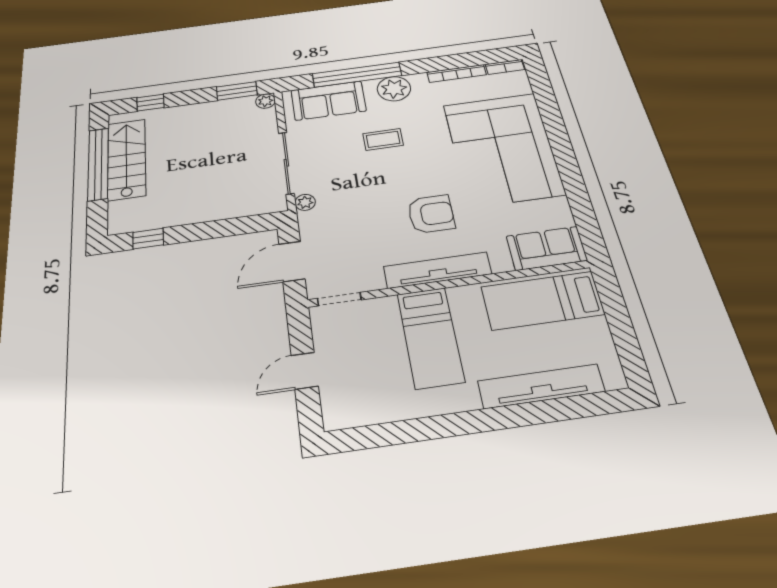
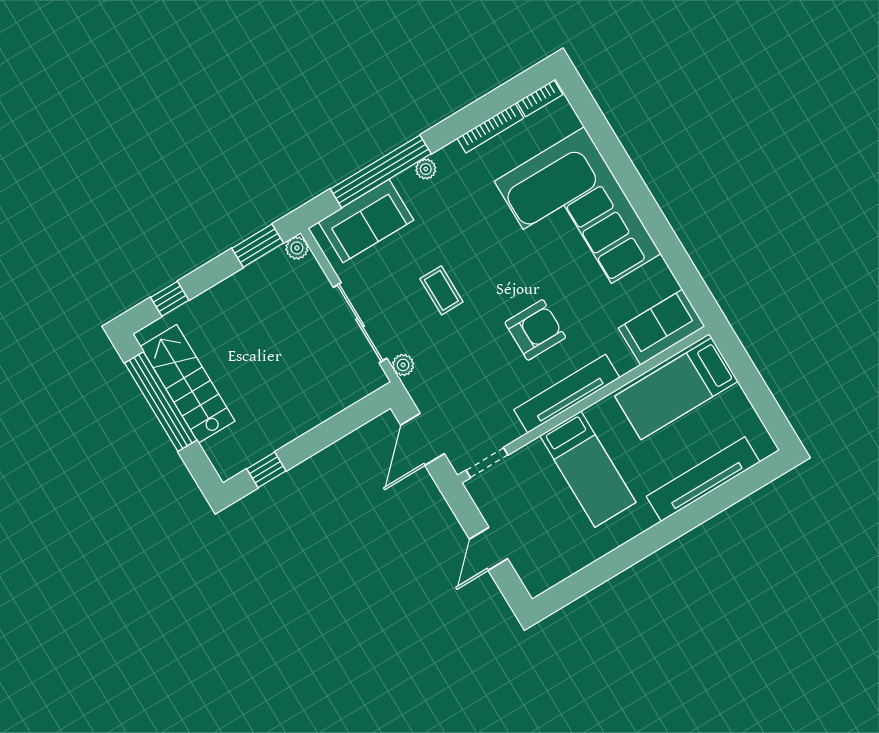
plant: (394, 89) -> (426, 169), width x0.53, depth x0.53
coffee table: (383, 139) -> (441, 290), moved, turned 90

